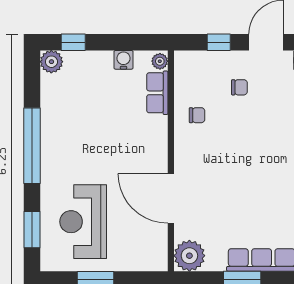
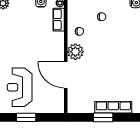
plant: (189, 256) -> (75, 52), moved

